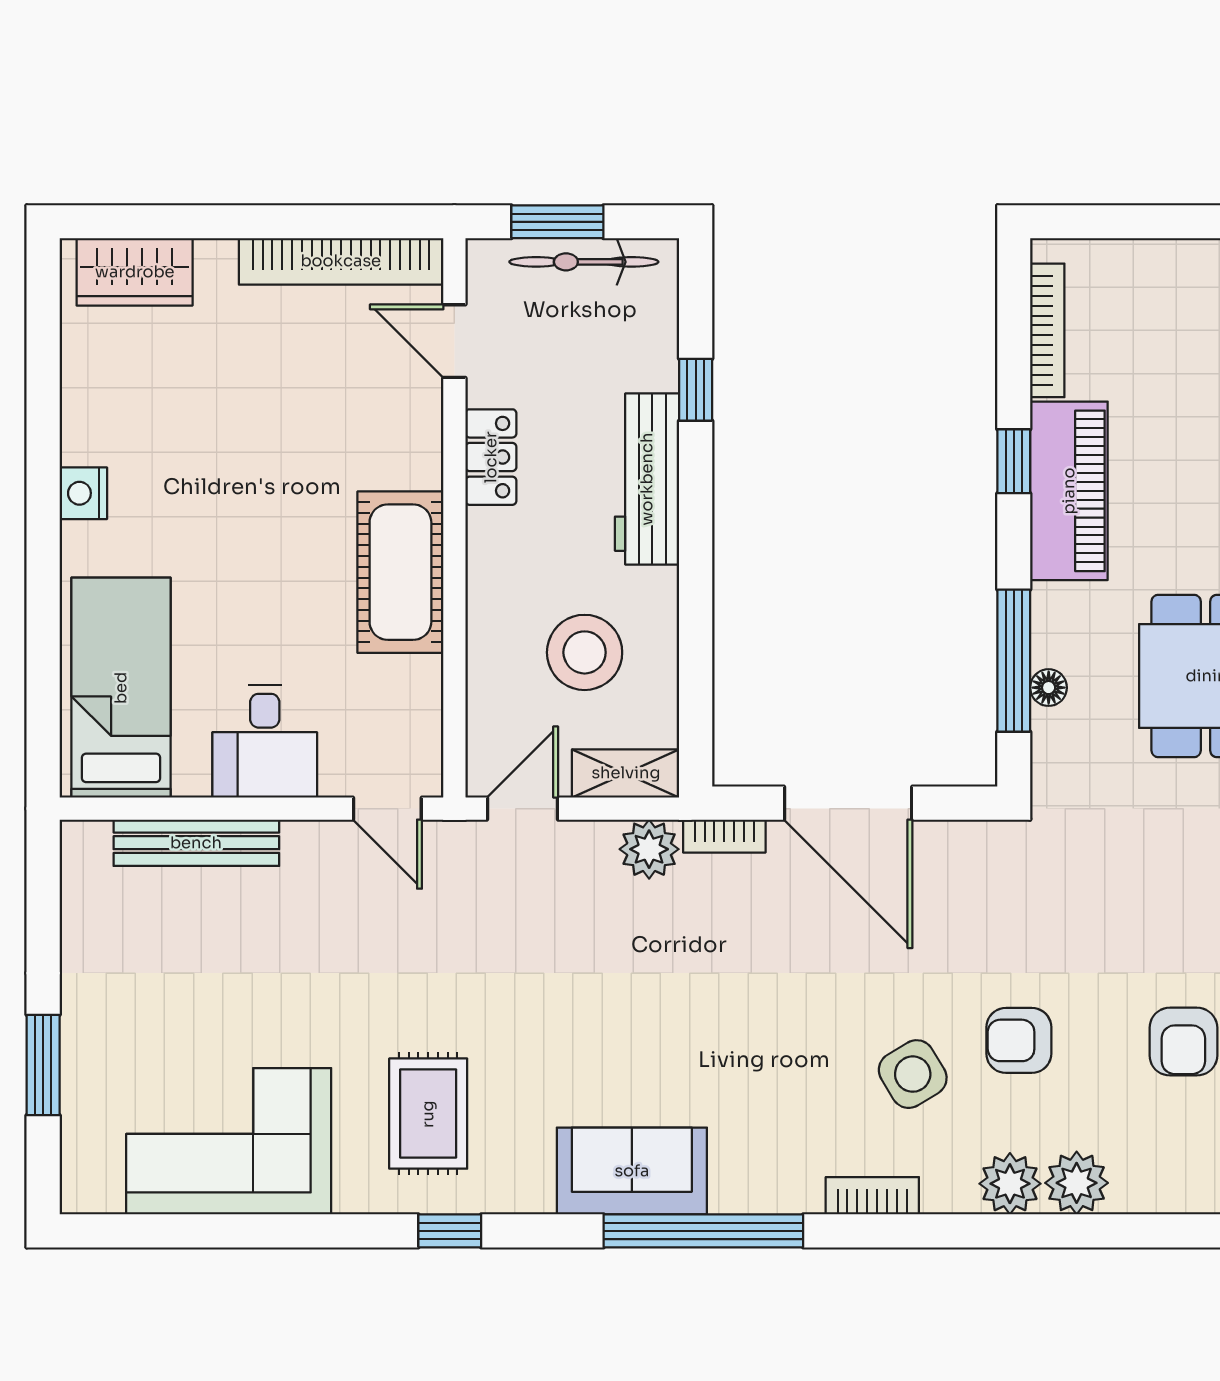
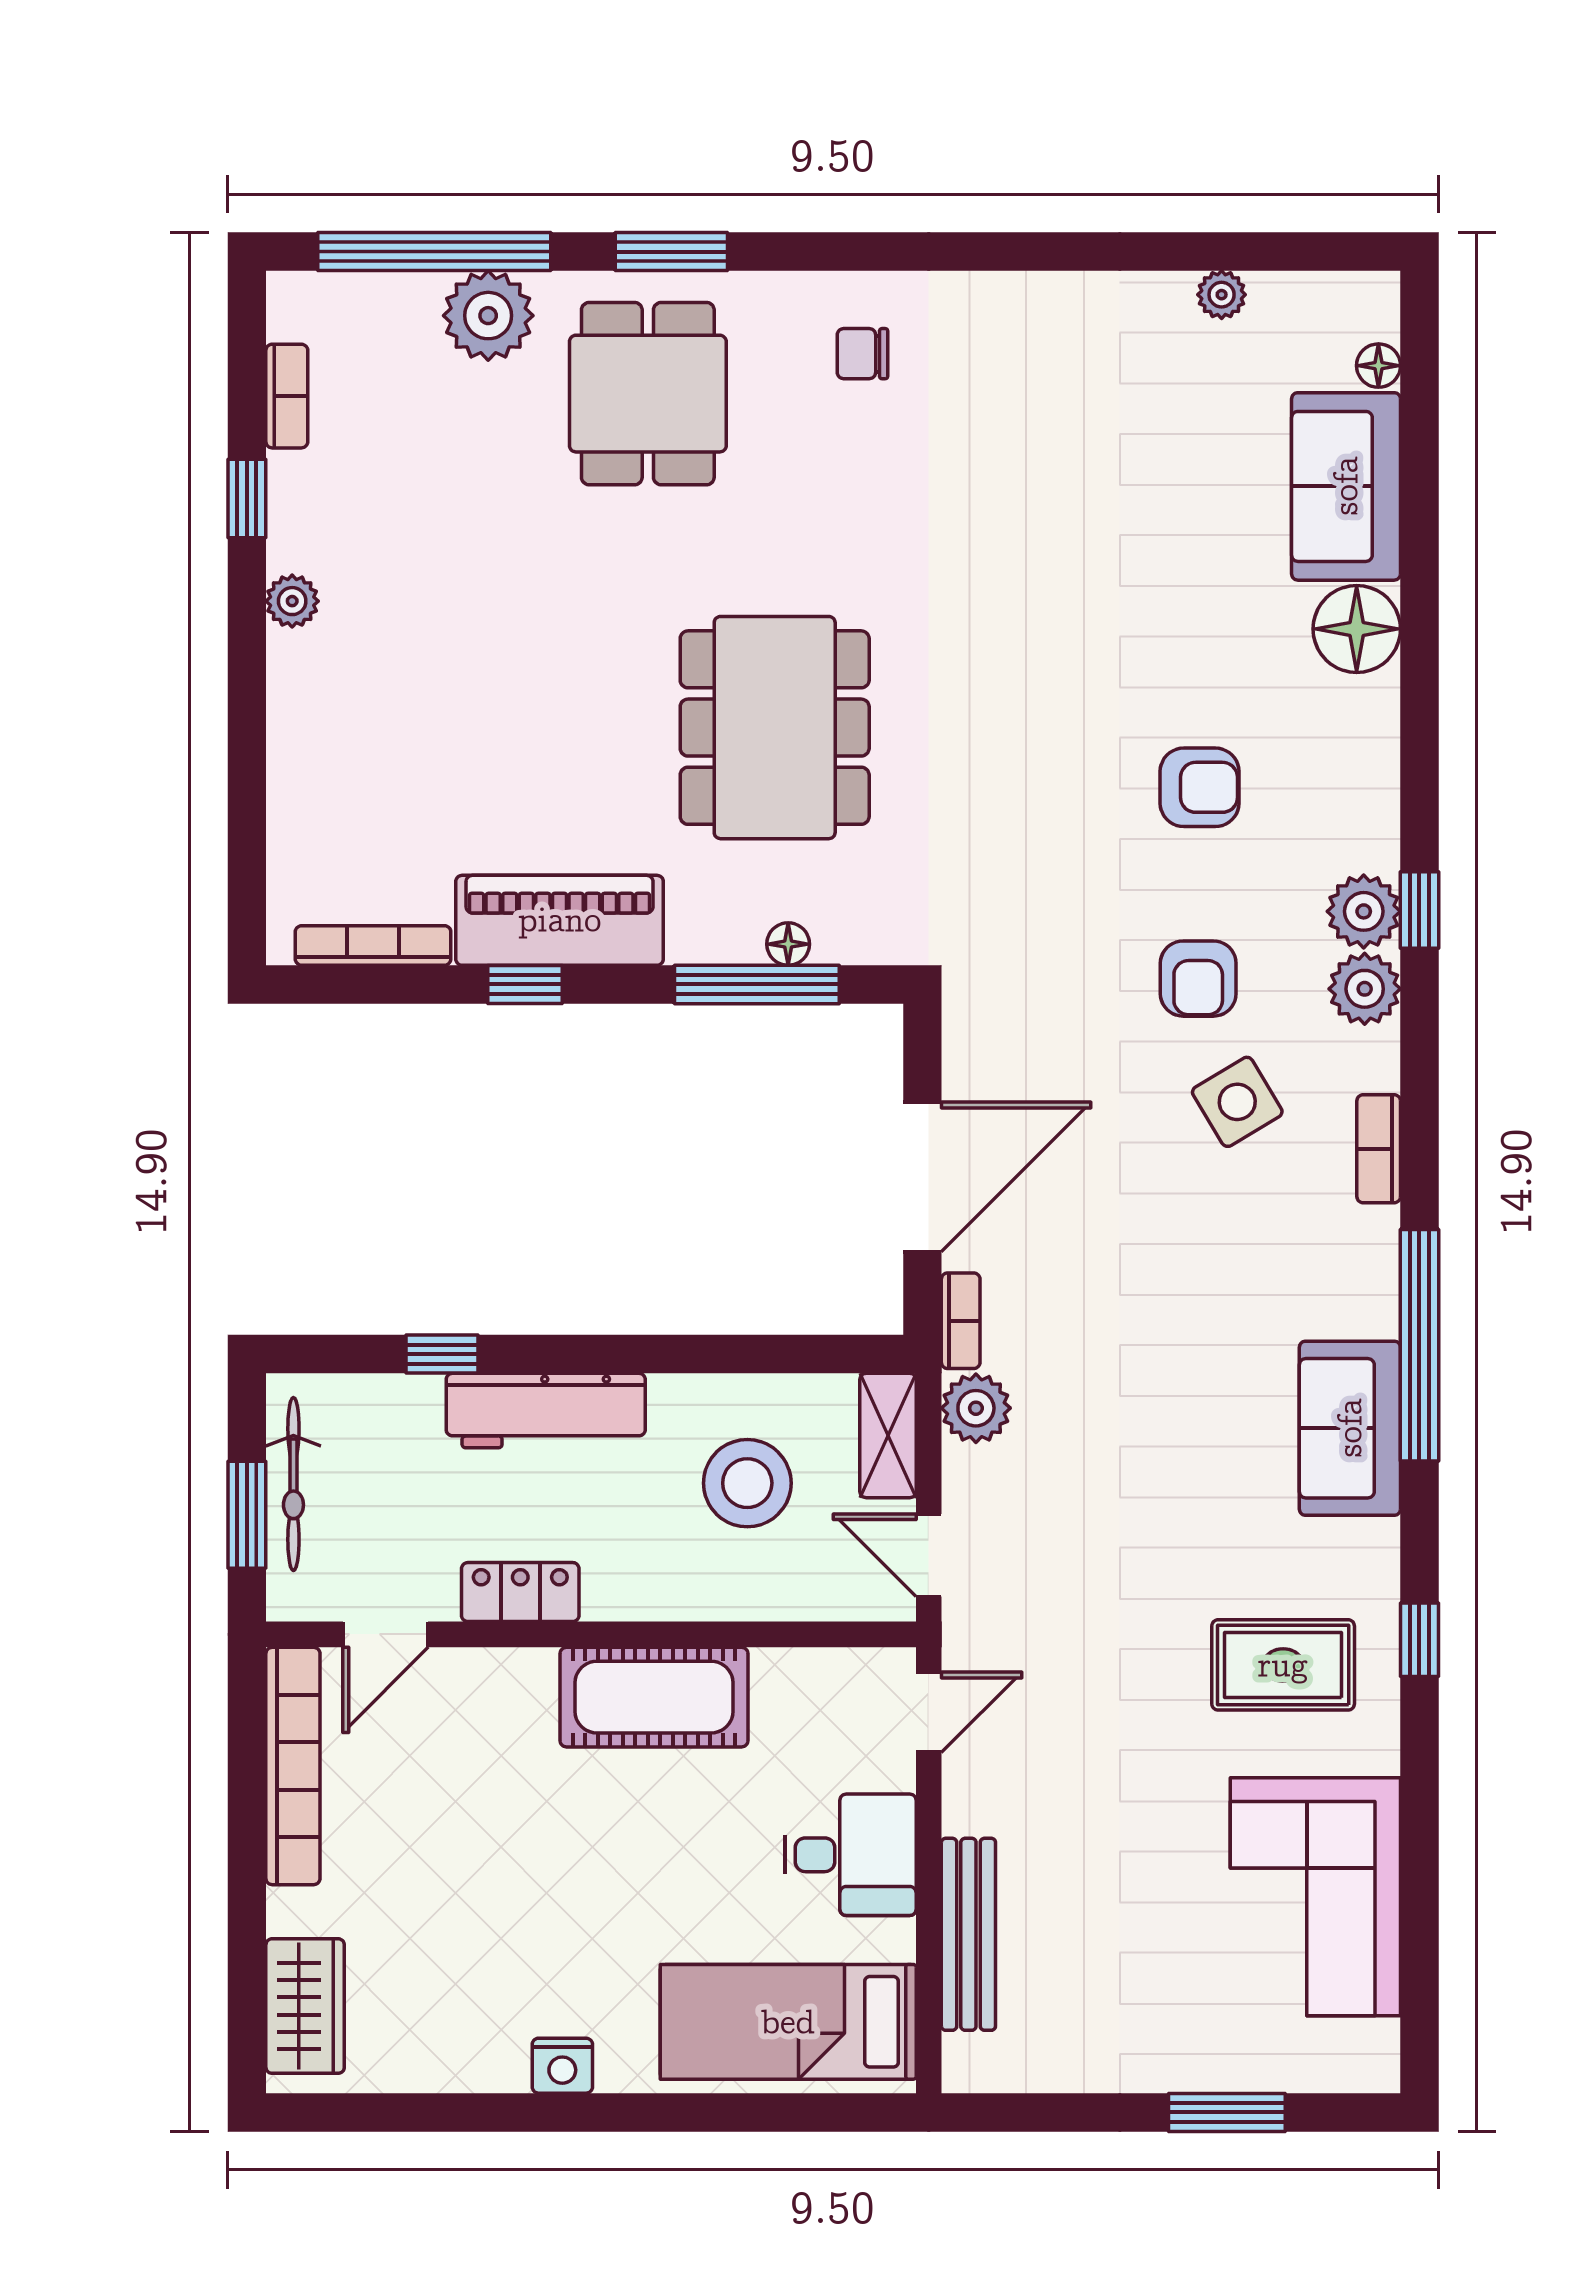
window: (1078, 1231) -> (1419, 910), added

